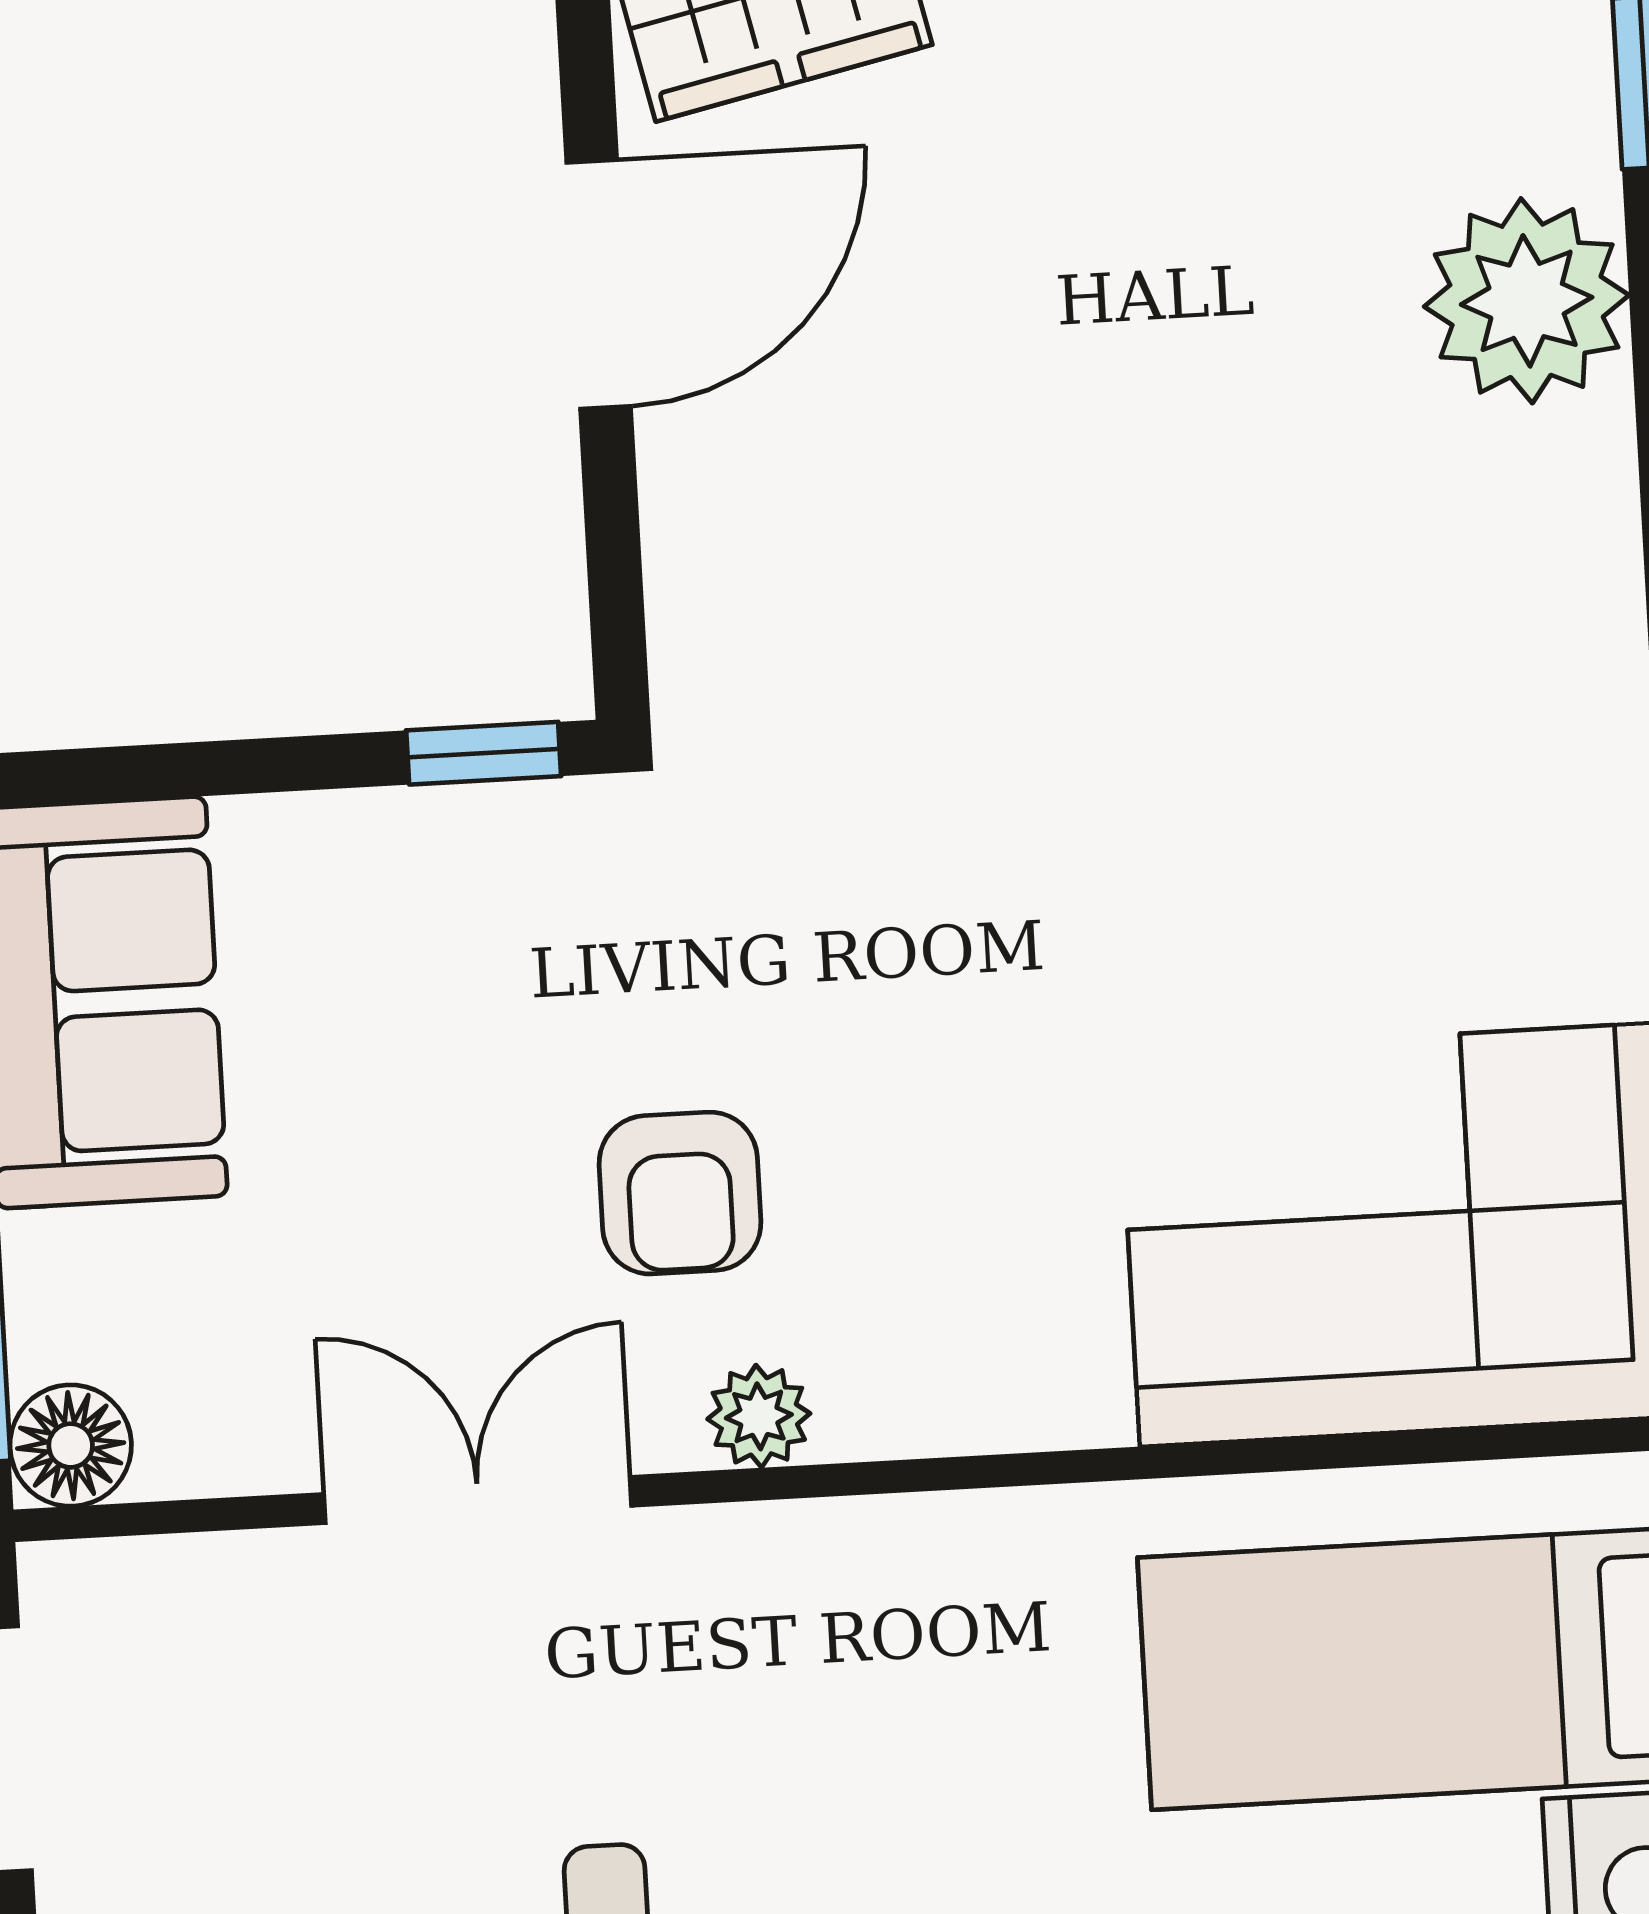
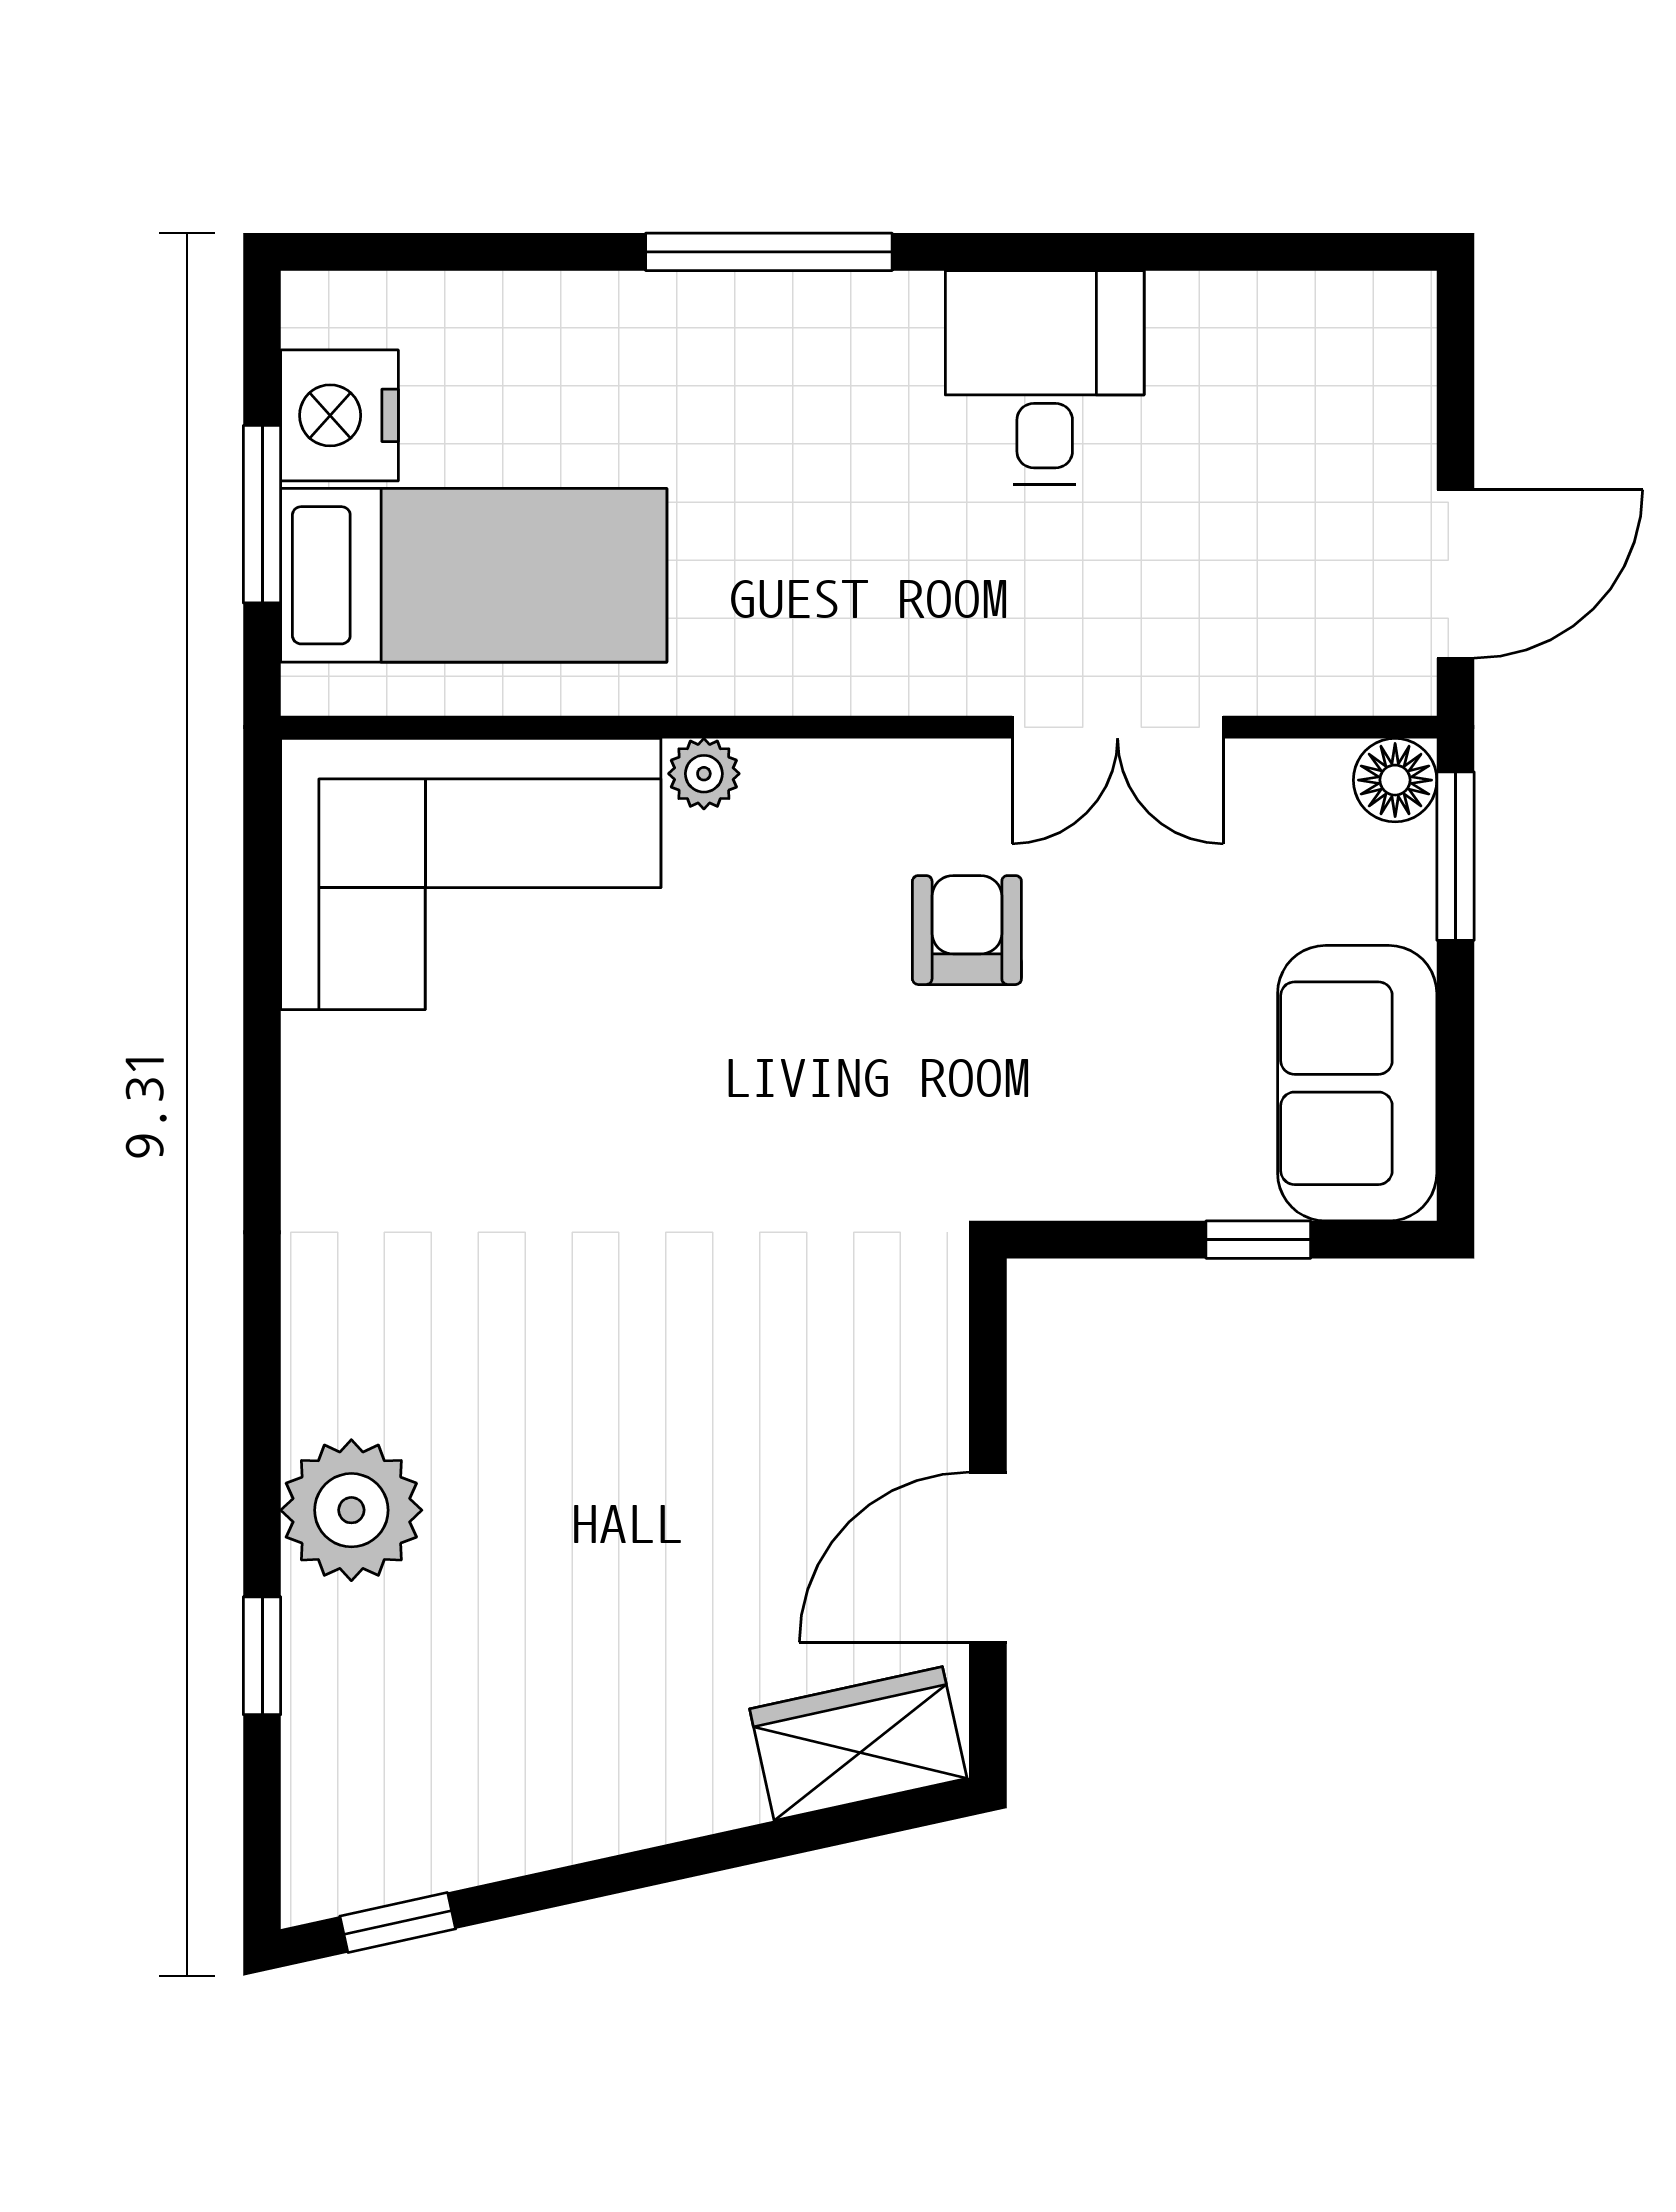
window: (484, 753) -> (1258, 1240), moved
plant: (759, 1416) -> (704, 774), moved

